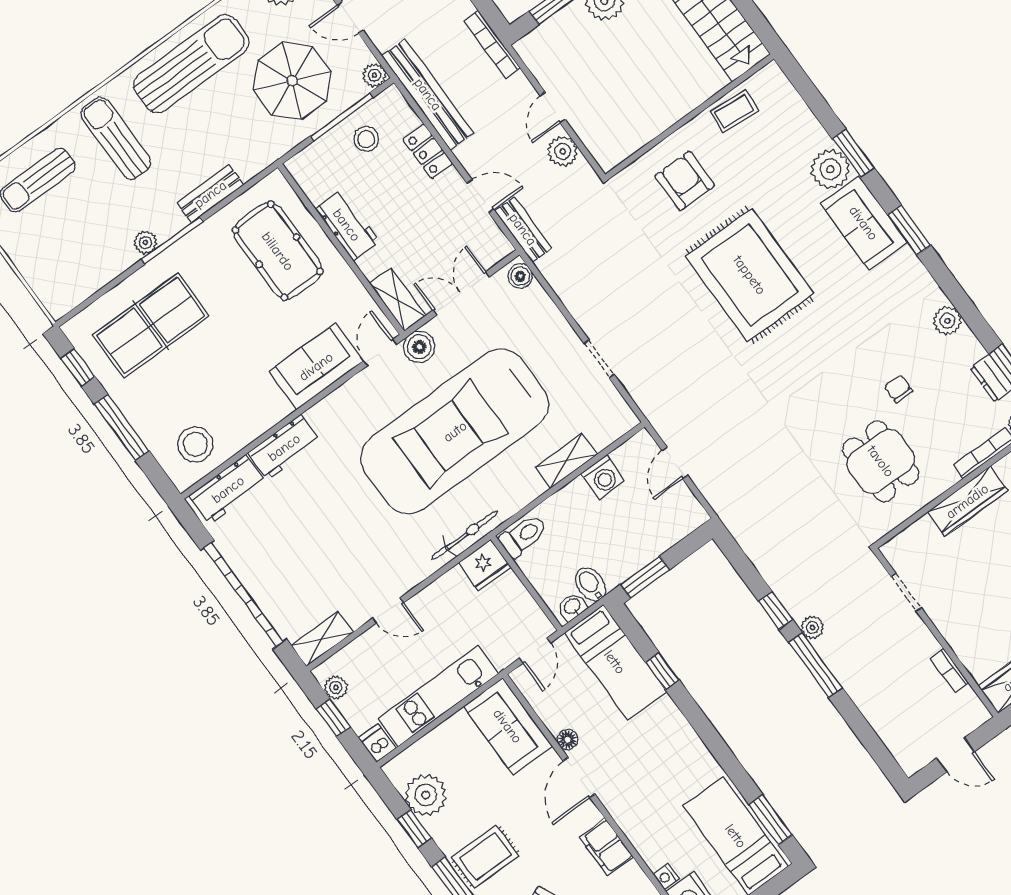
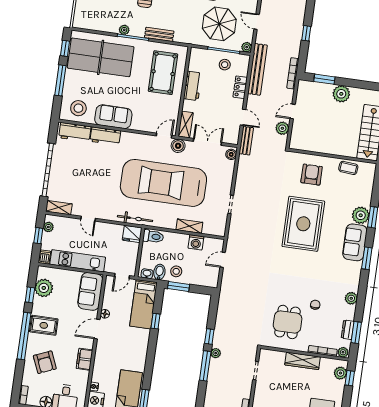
table tennis table: (151, 325) -> (101, 57), width x1.36, depth x1.32
sofa: (316, 366) -> (113, 117), moved
stool: (617, 556) -> (176, 271), added

